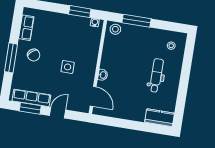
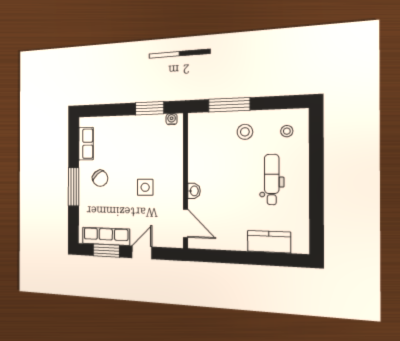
stool: (115, 29) -> (245, 132), moved
kitchen counter: (160, 118) -> (269, 242), moved

